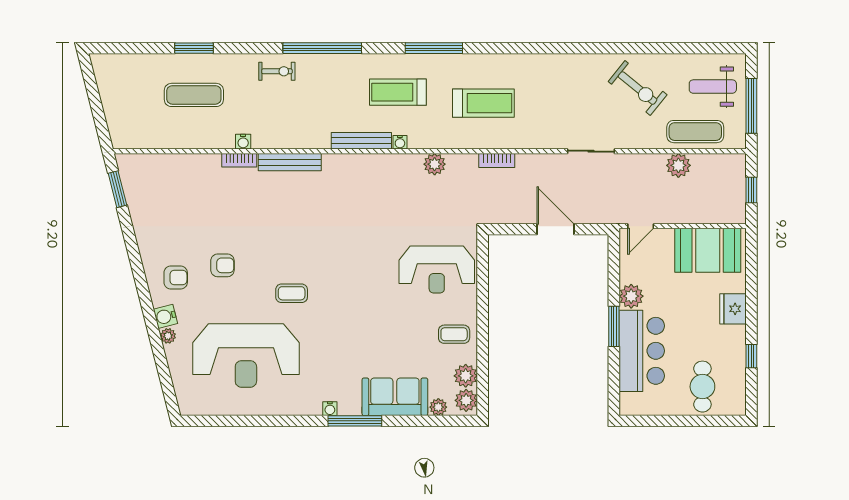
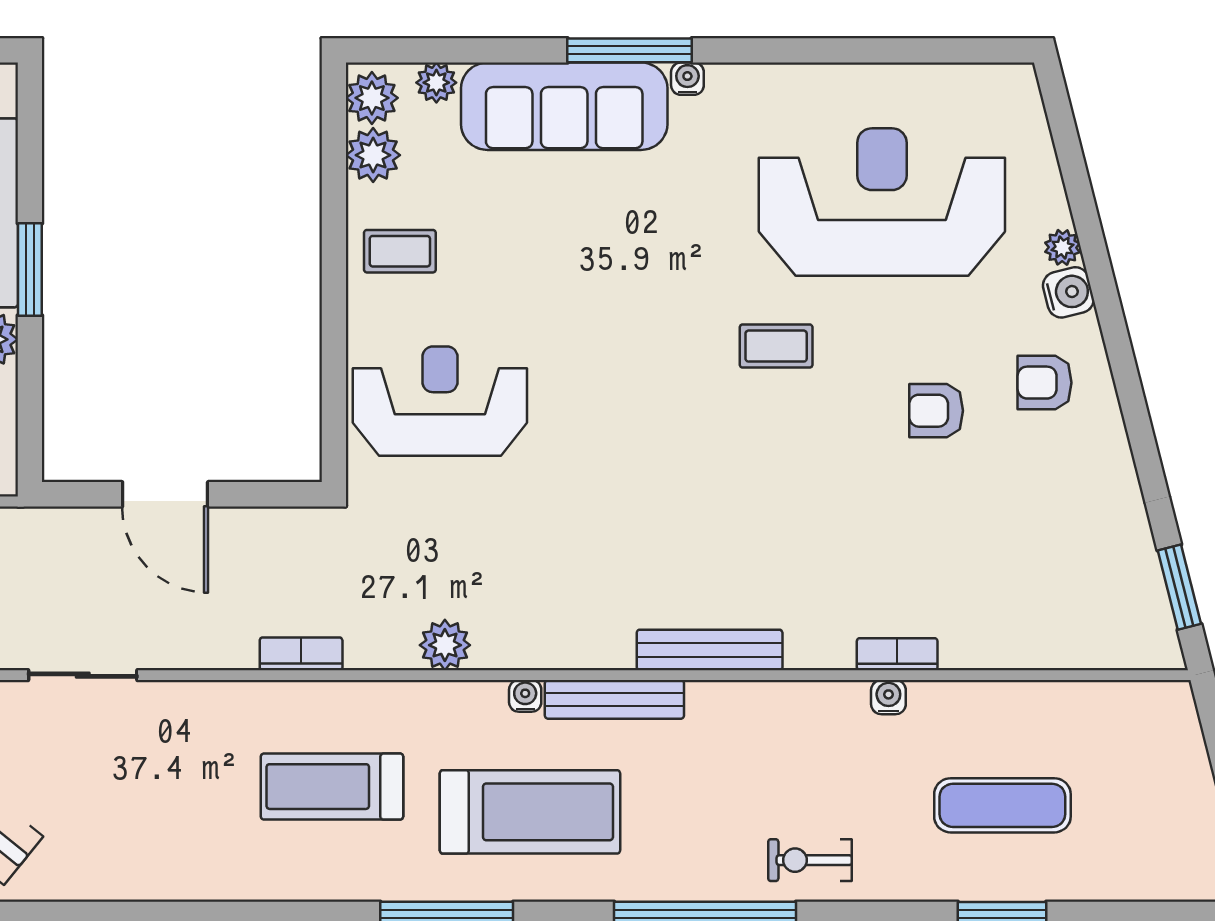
treadmill: (398, 92) -> (530, 812), width x1.37, depth x1.38
bench: (290, 162) -> (710, 650), moved
sofa: (395, 397) -> (564, 106), width x1.36

